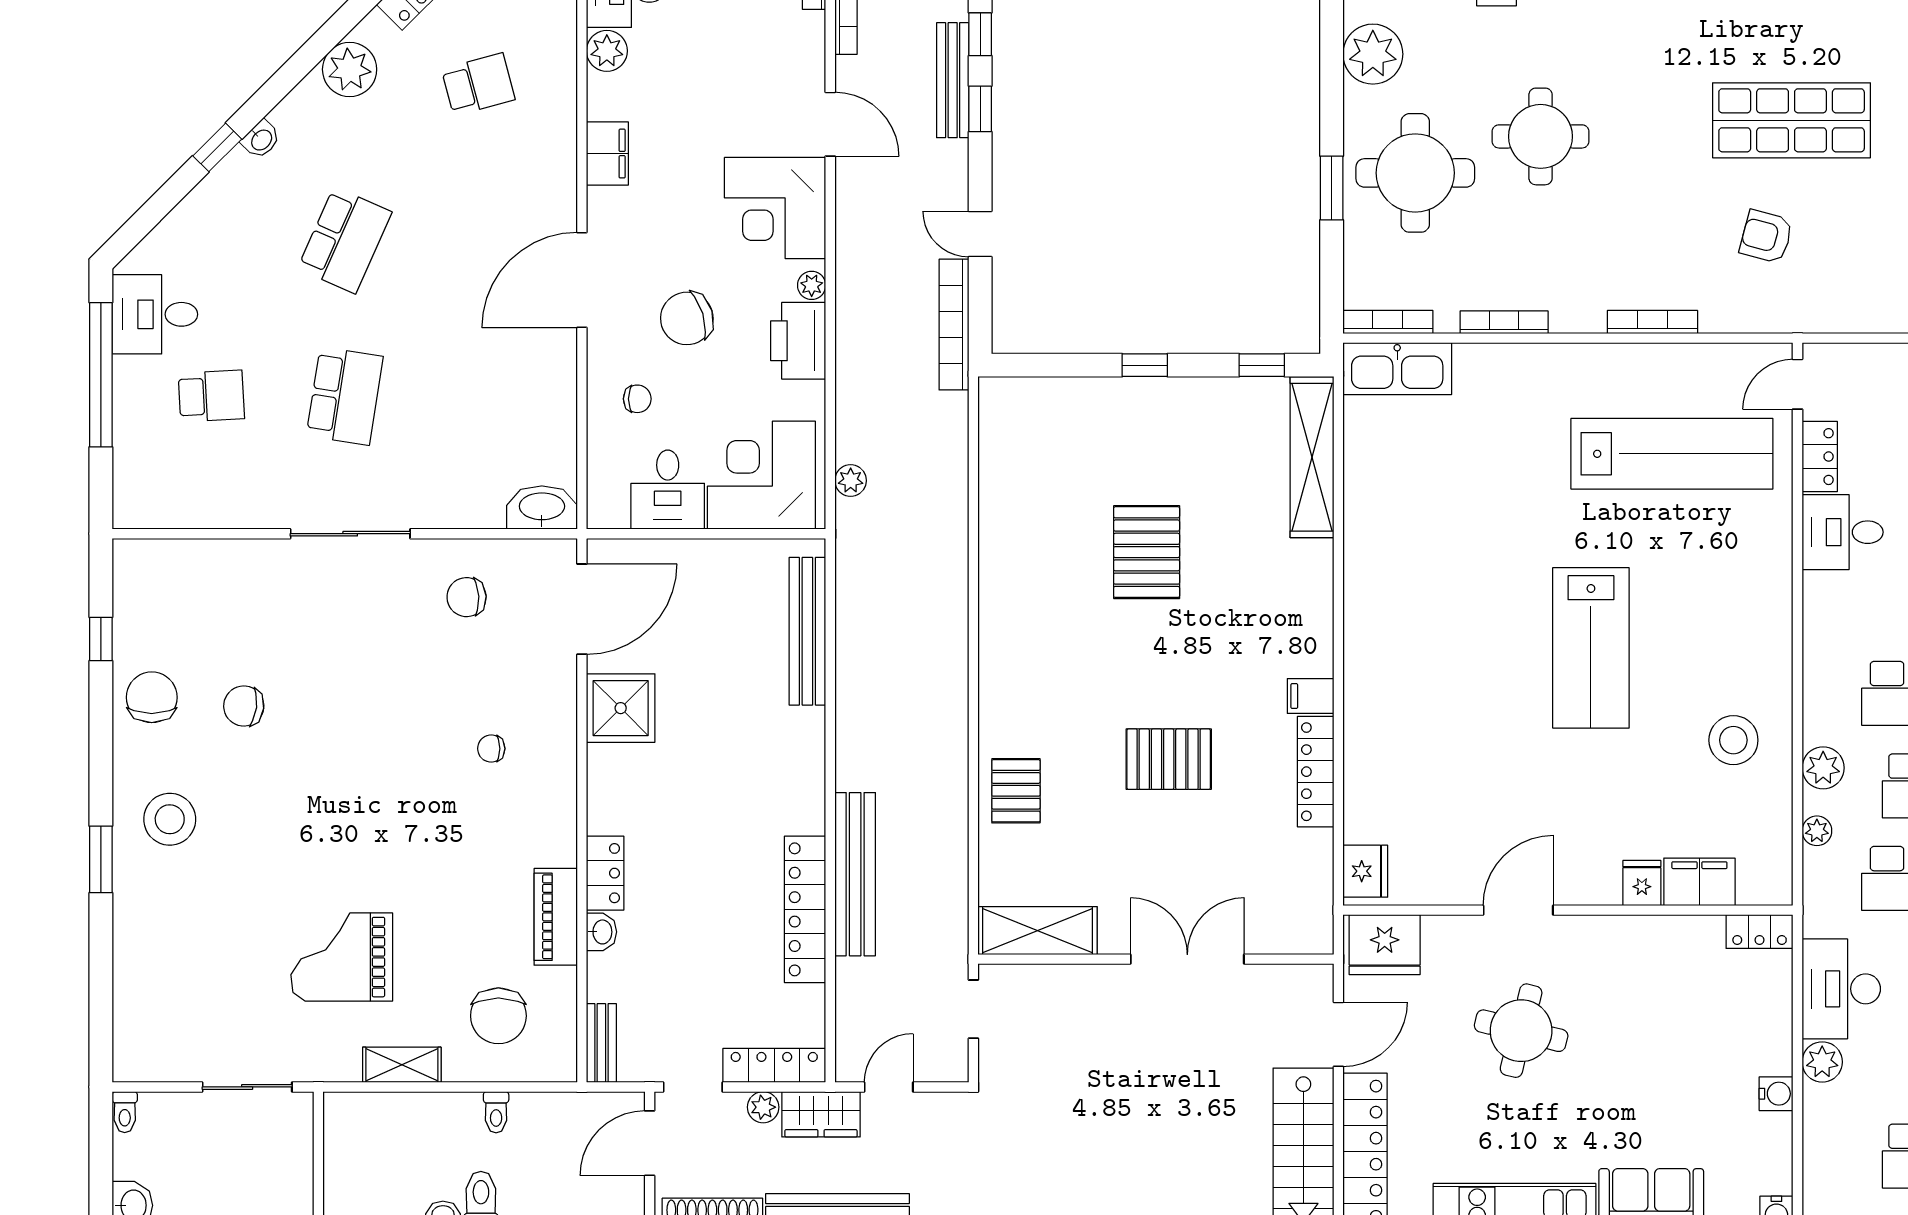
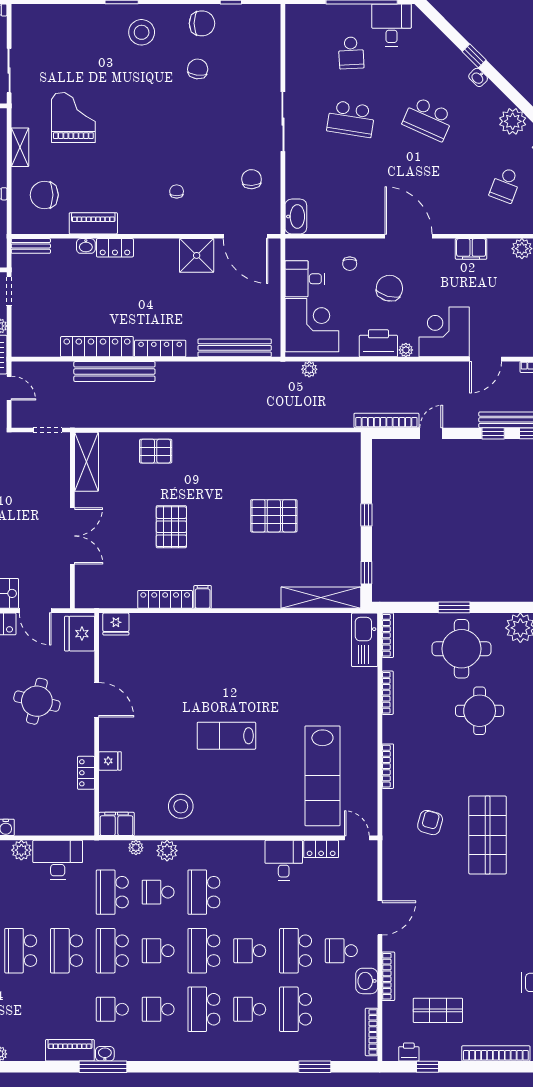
school desk: (478, 84) -> (505, 185), turned 36
chair: (687, 318) -> (389, 288), turned 33
lab bench: (1591, 648) -> (226, 736), width x0.73, depth x0.72
filing cabinet: (1699, 882) -> (116, 824), moved, turned -90
locker: (1760, 932) -> (86, 773), moved
locker: (774, 1065) -> (160, 349), moved, turned -90

